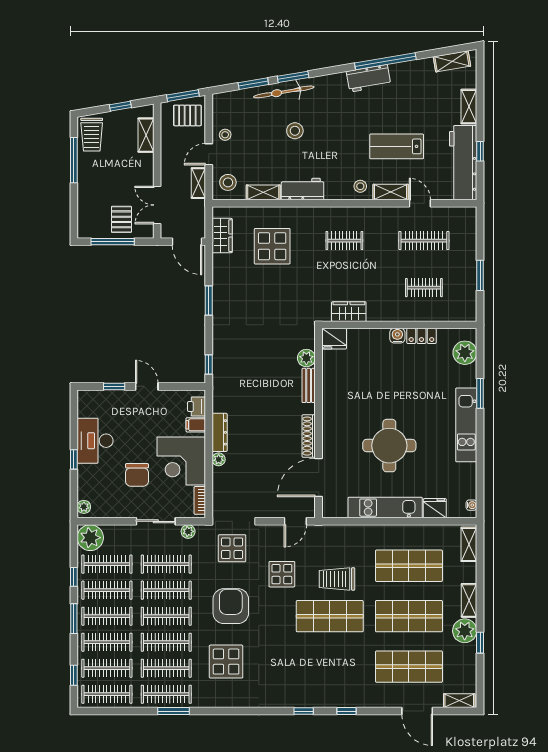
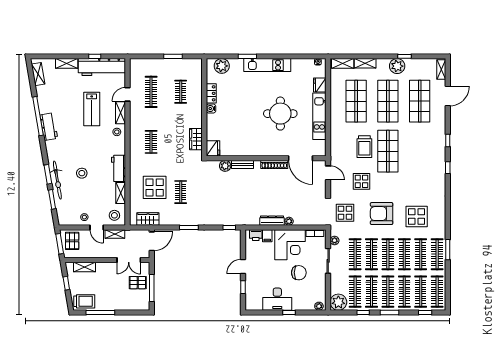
clothes rail: (265, 288) -> (181, 192), added
shelving: (469, 600) -> (365, 63), moved

